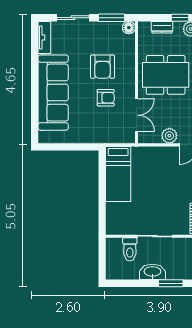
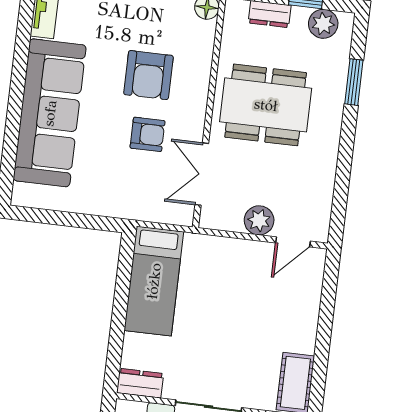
double door: (137, 115) -> (202, 174), swing flipped
dresser: (117, 228) -> (140, 383), added

